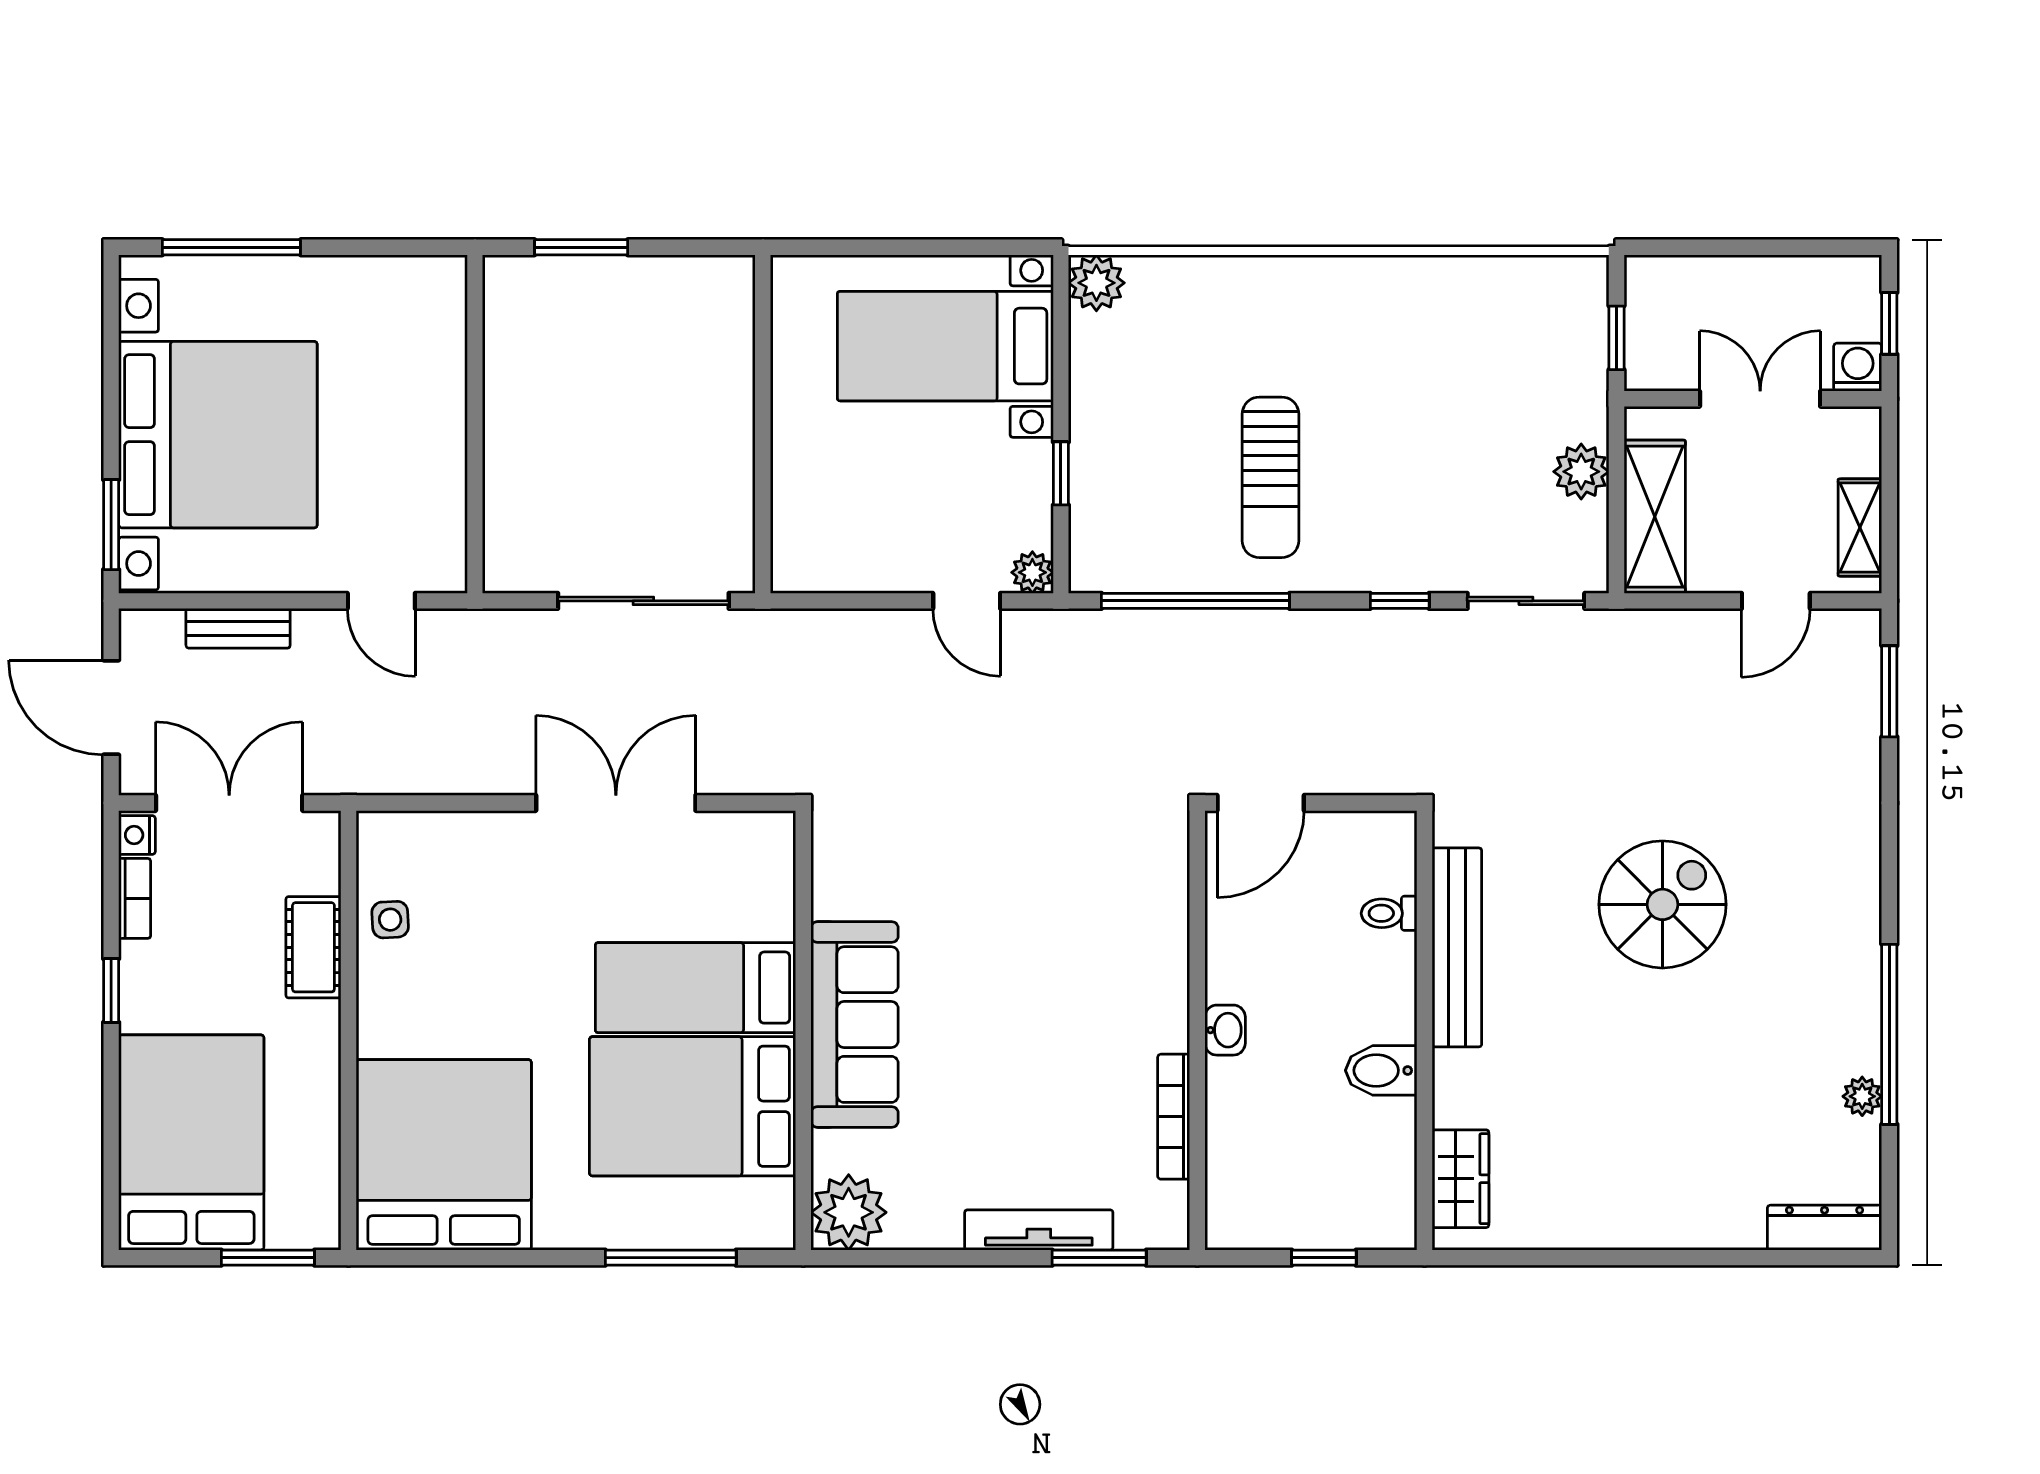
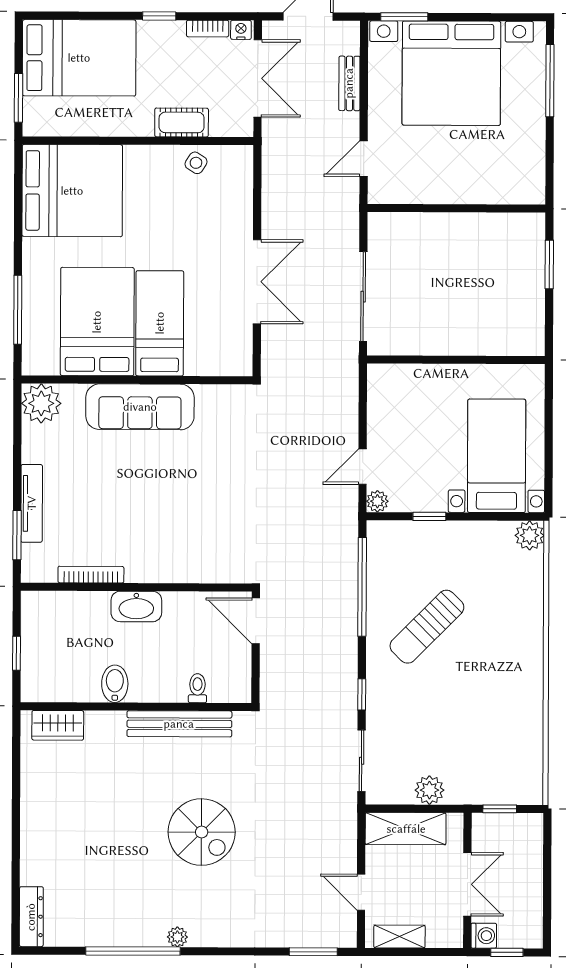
sun lounger: (1270, 477) -> (427, 627), turned -45
side table: (390, 920) -> (196, 163), turned 35
washbasin: (1225, 1030) -> (136, 606), width x1.91, depth x1.45
plant: (1862, 1096) -> (177, 937), moved

